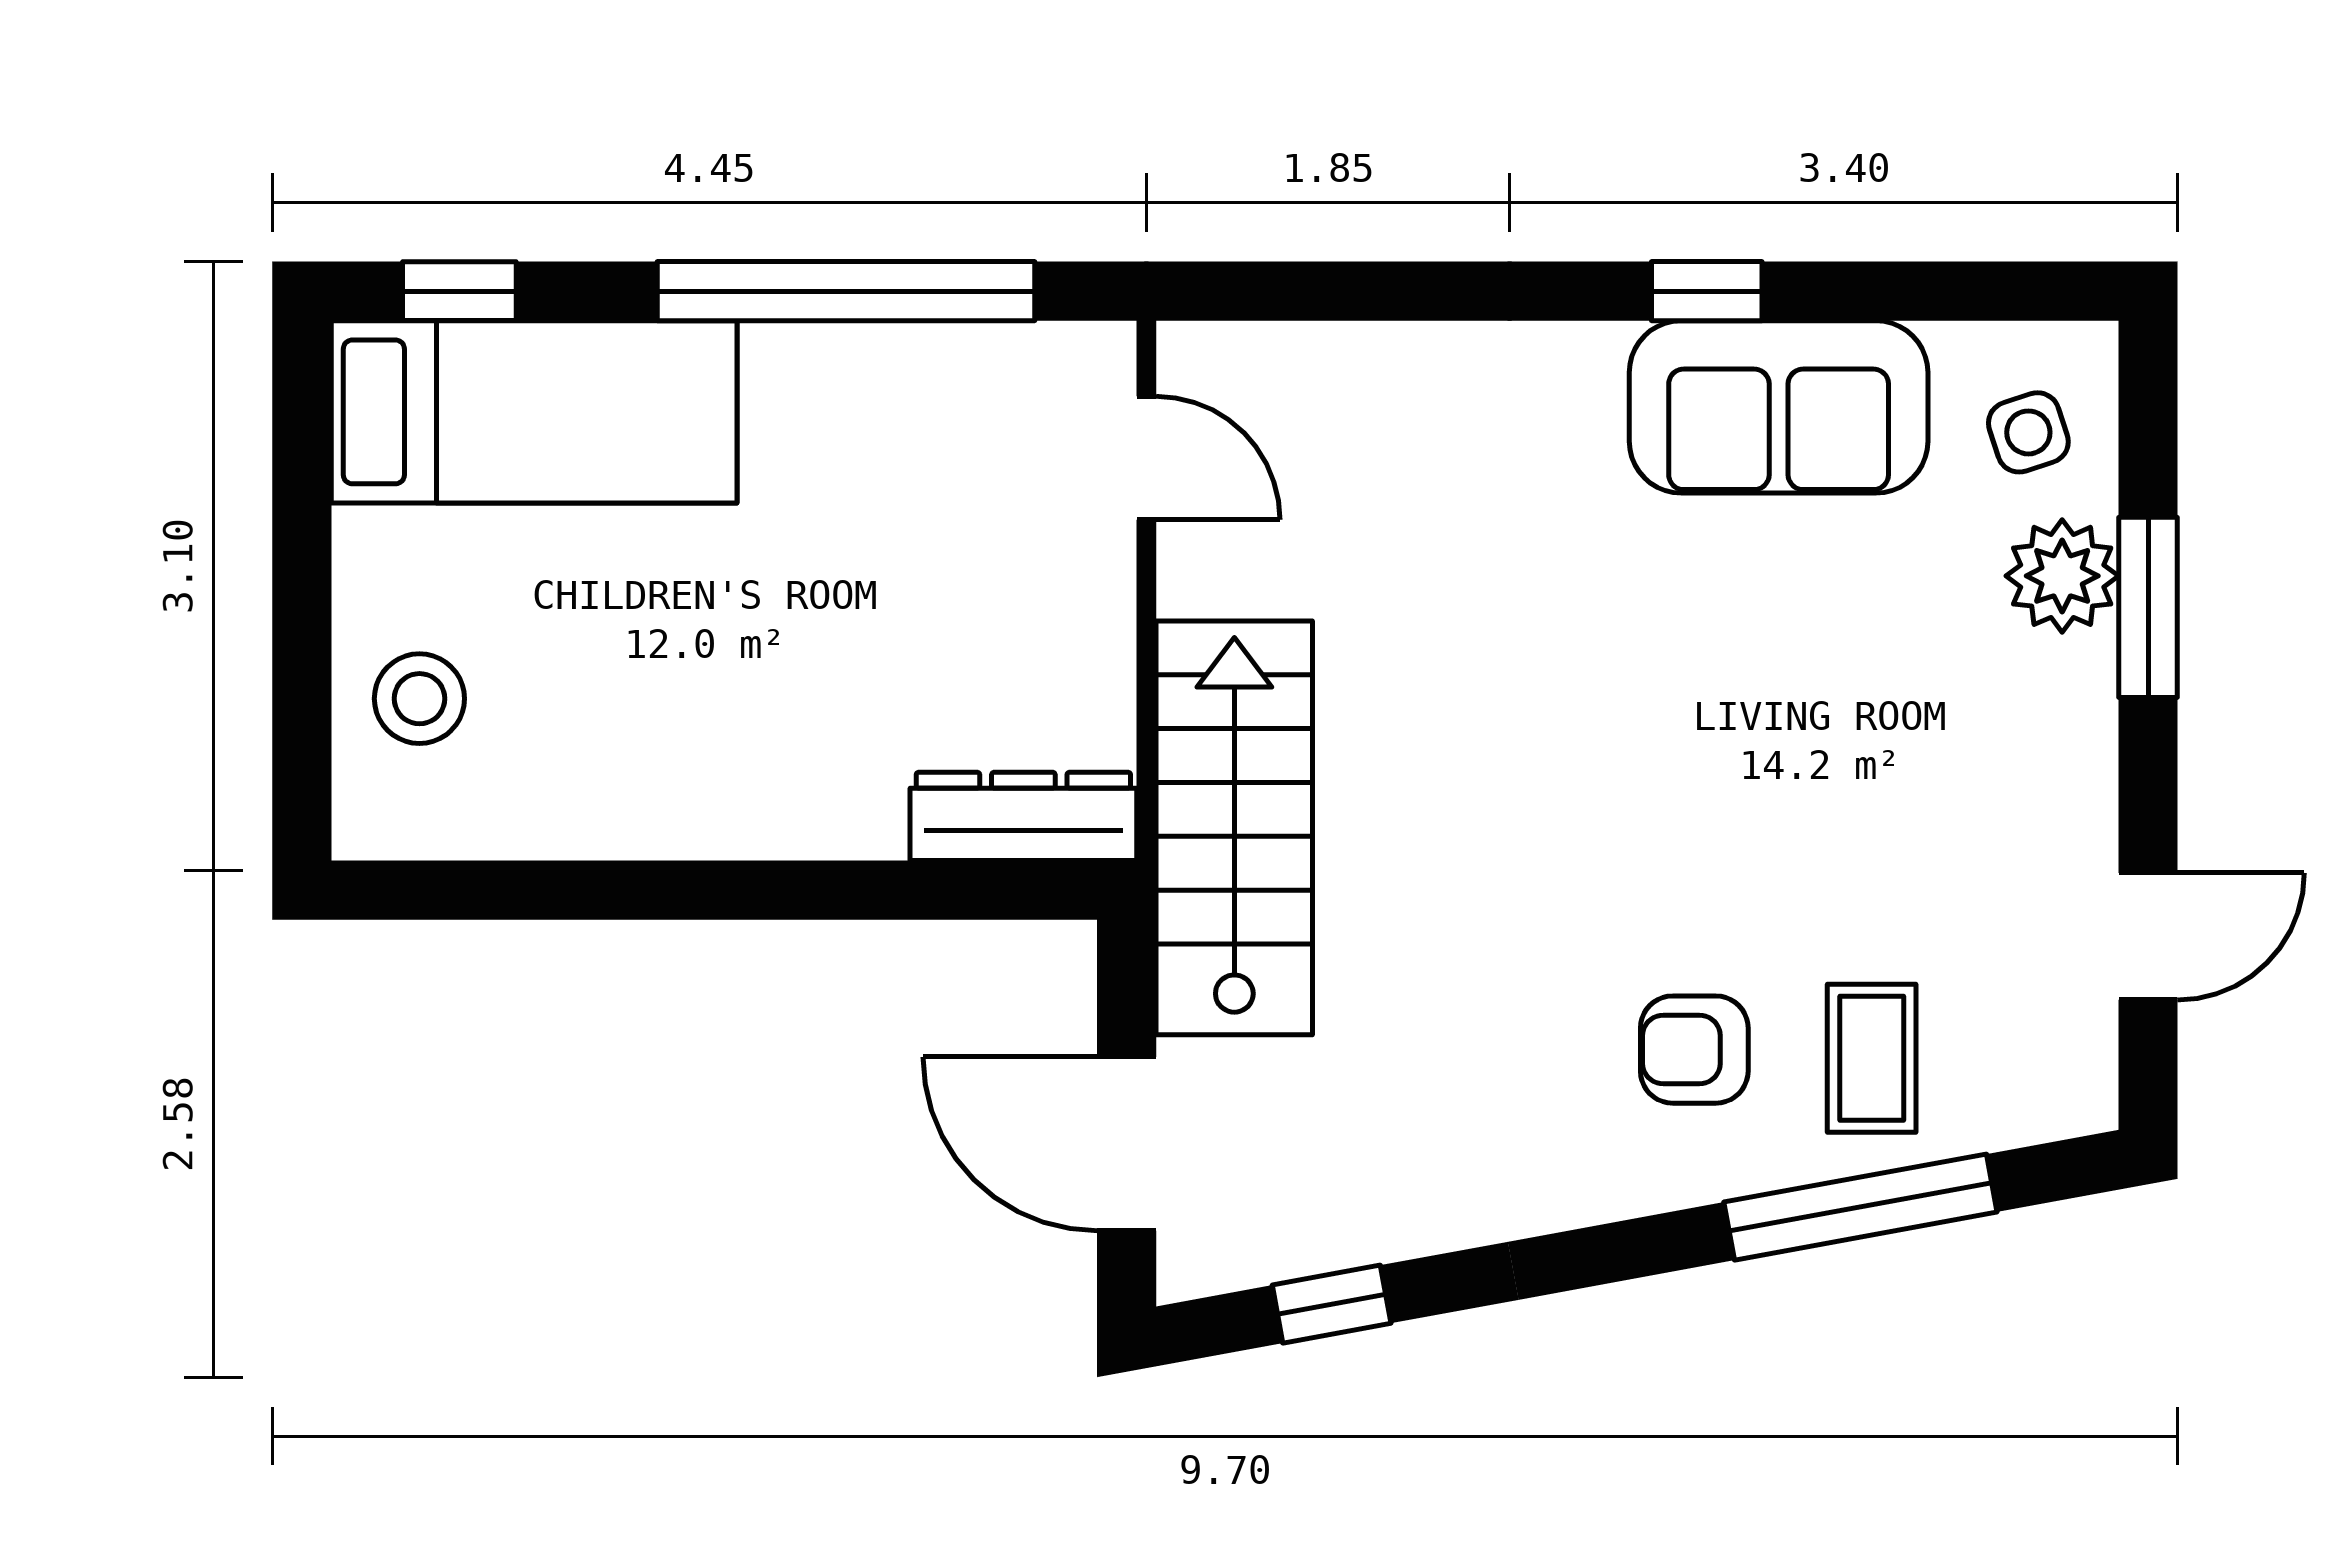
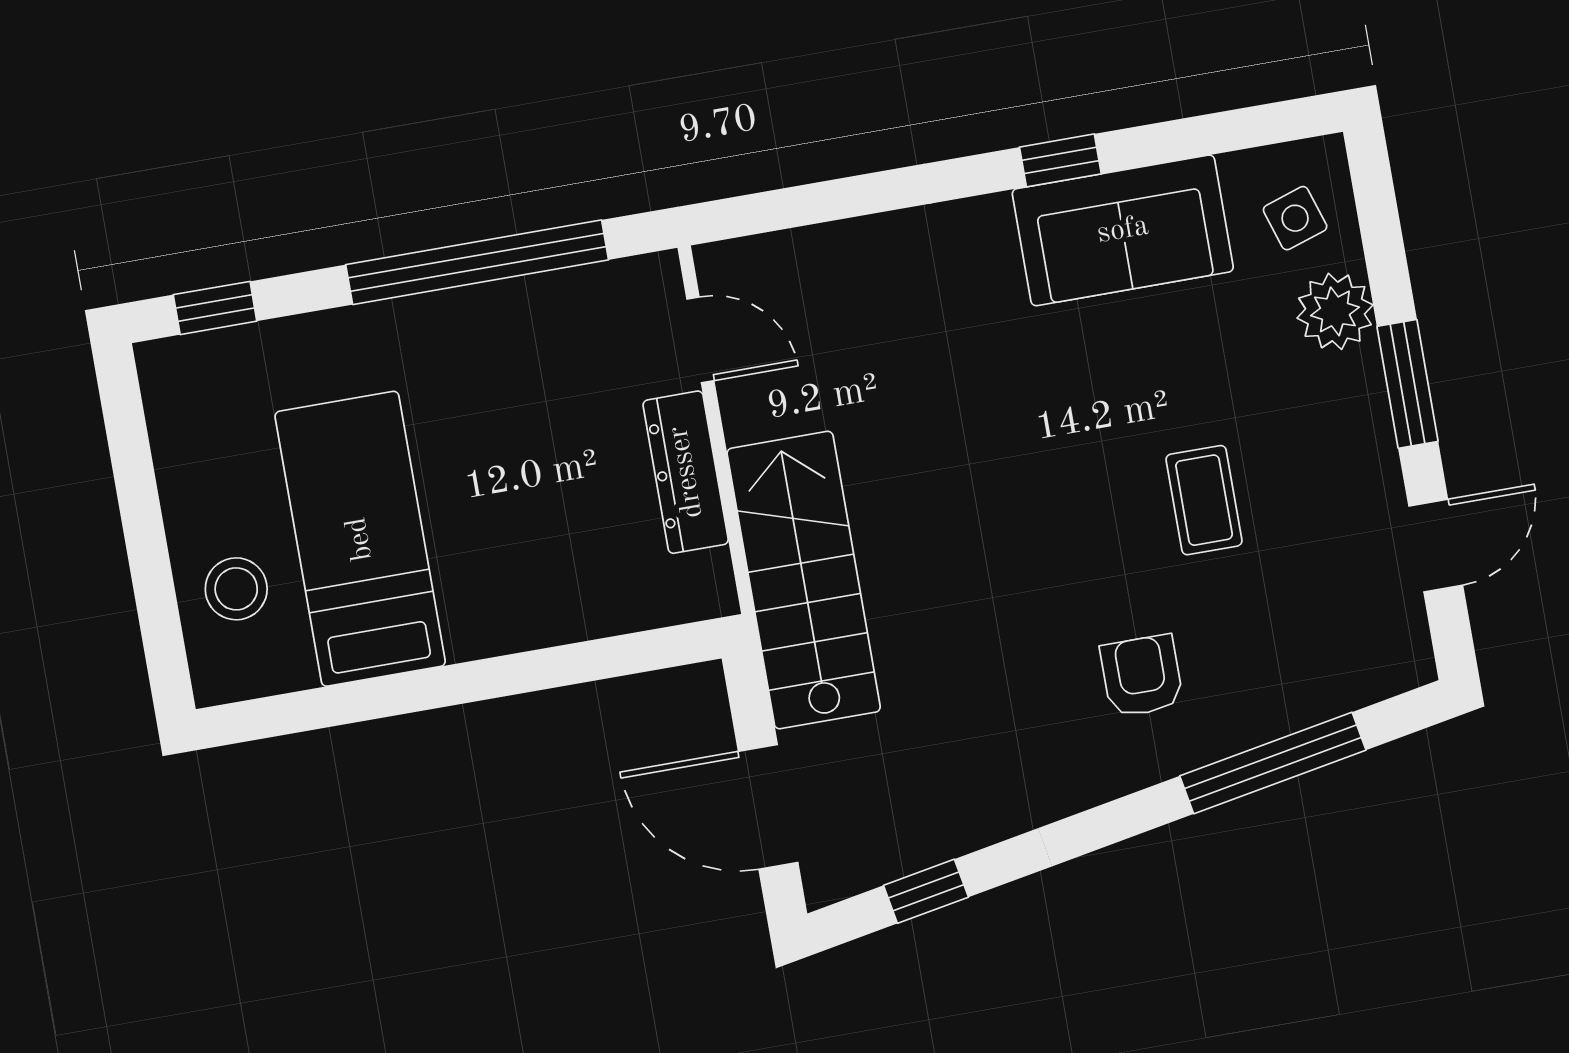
bed: (534, 412) -> (360, 539), moved, turned -90
window: (2148, 607) -> (1408, 384), moved
dresser: (1023, 816) -> (686, 472), moved, turned -90
armchair: (1694, 1050) -> (1142, 676), turned 90
coffee table: (1872, 1058) -> (1204, 500), moved

